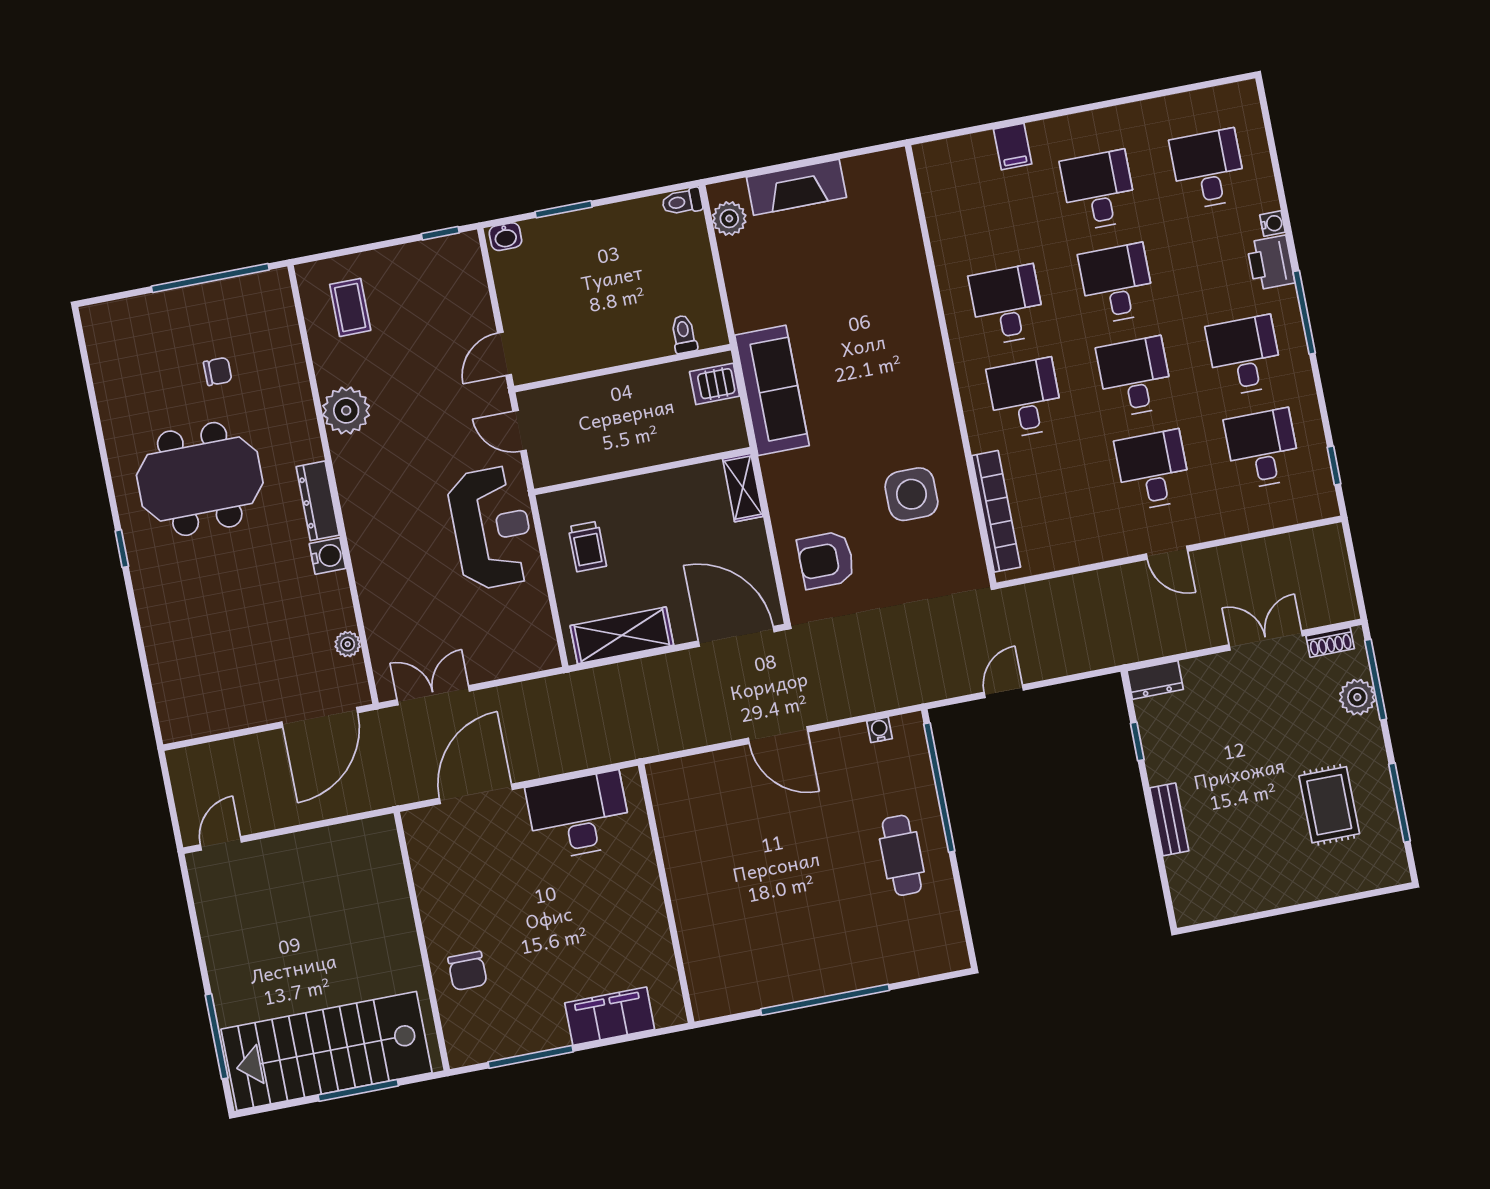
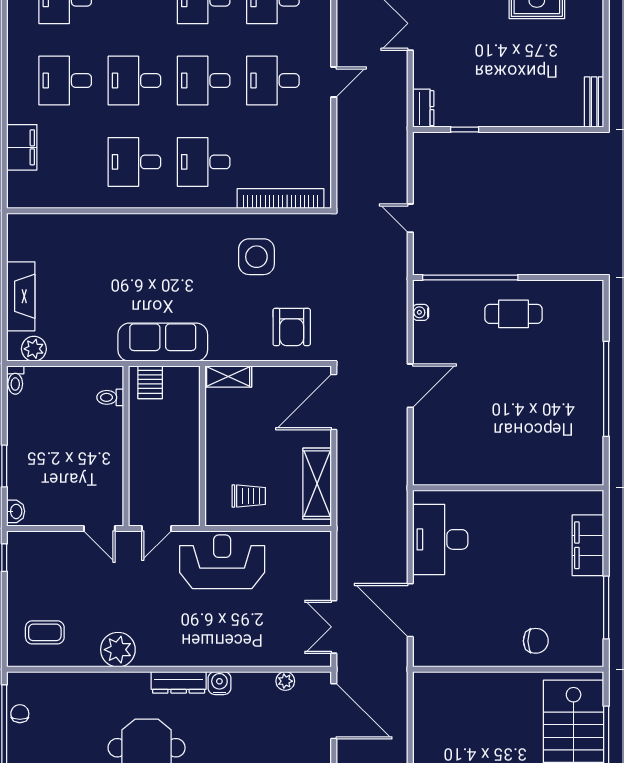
filing cabinet: (1013, 147) -> (22, 147), width x2.00
chair: (218, 371) -> (20, 714), moved
bench: (1169, 819) -> (594, 102), moved, turned 90

